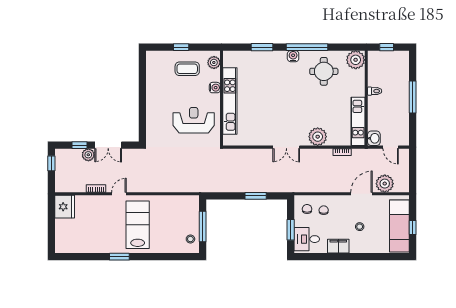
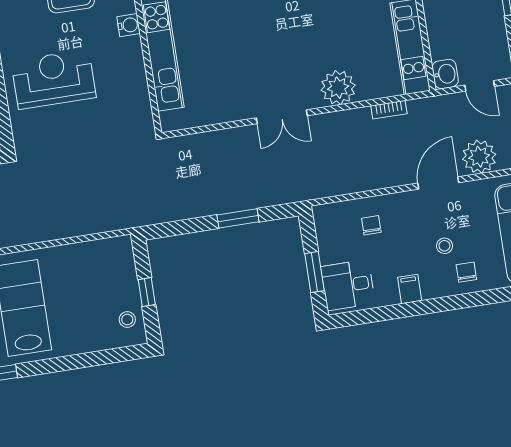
reception desk: (194, 120) -> (54, 79), moved
chair: (307, 209) -> (466, 272), moved
window: (203, 226) -> (147, 292), width x0.46
filing cabinet: (338, 246) -> (410, 289), width x0.50

